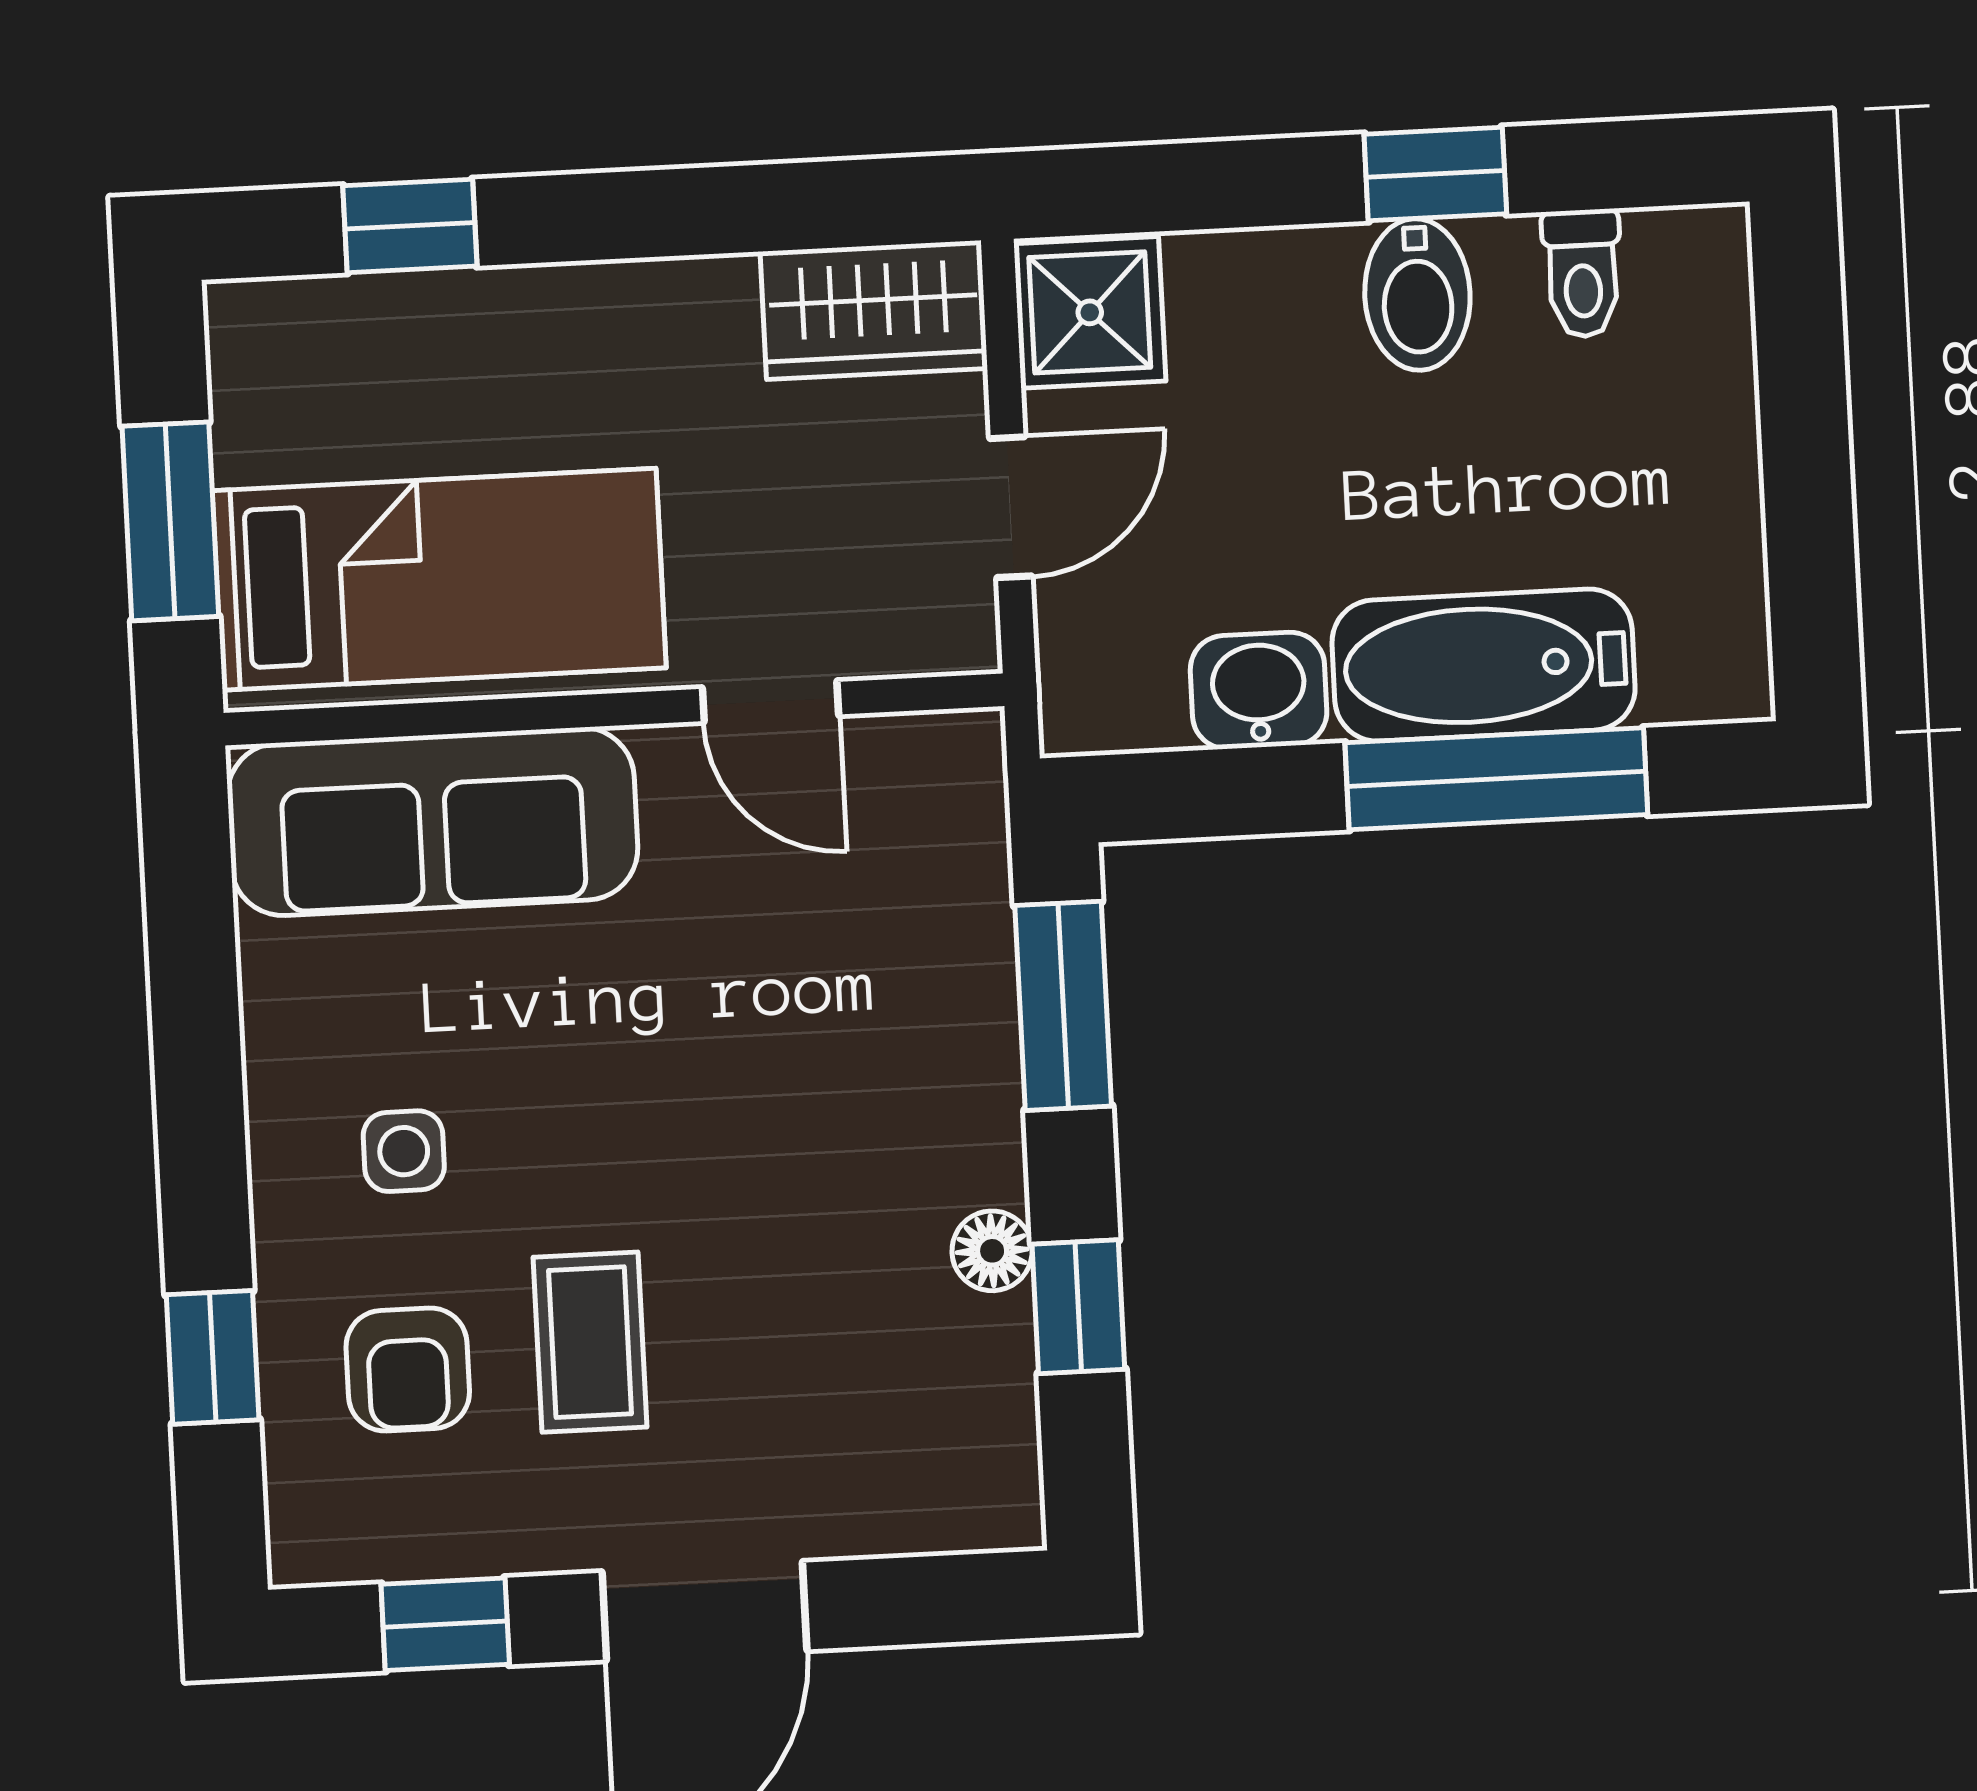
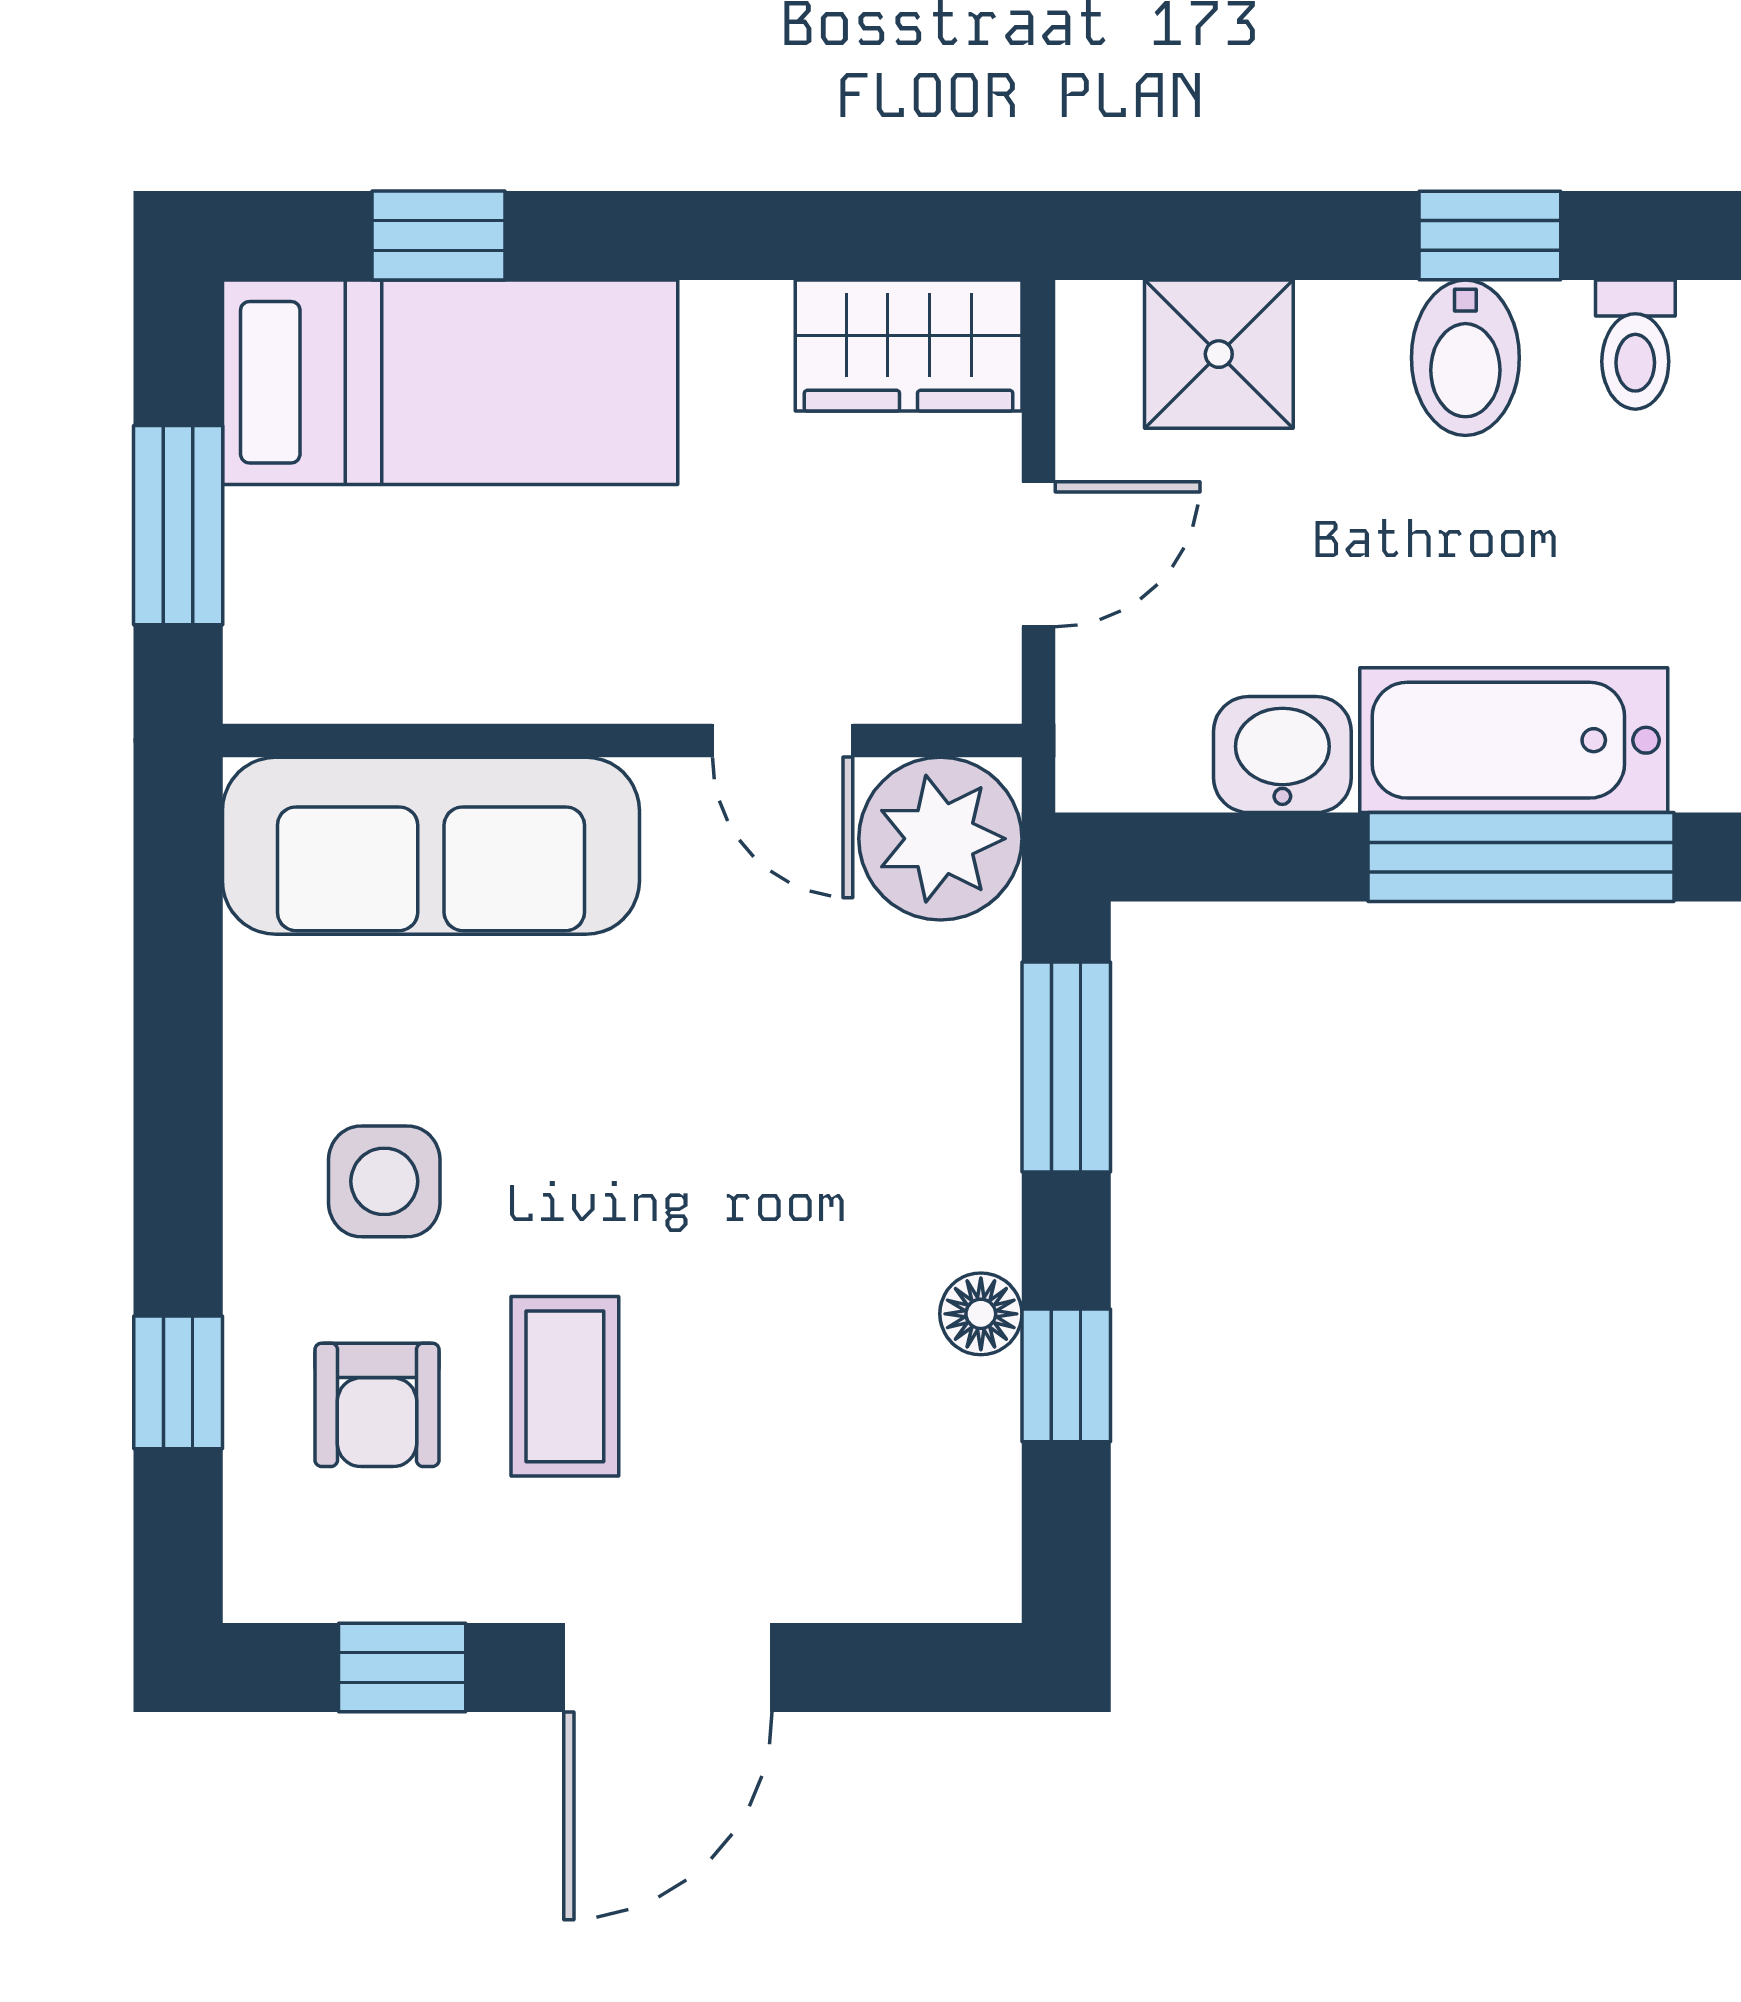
shower: (1090, 312) -> (1219, 354), moved
bed: (439, 579) -> (450, 382), moved
plant: (929, 789) -> (940, 839), added
side table: (404, 1151) -> (384, 1181), width x1.37, depth x1.37

